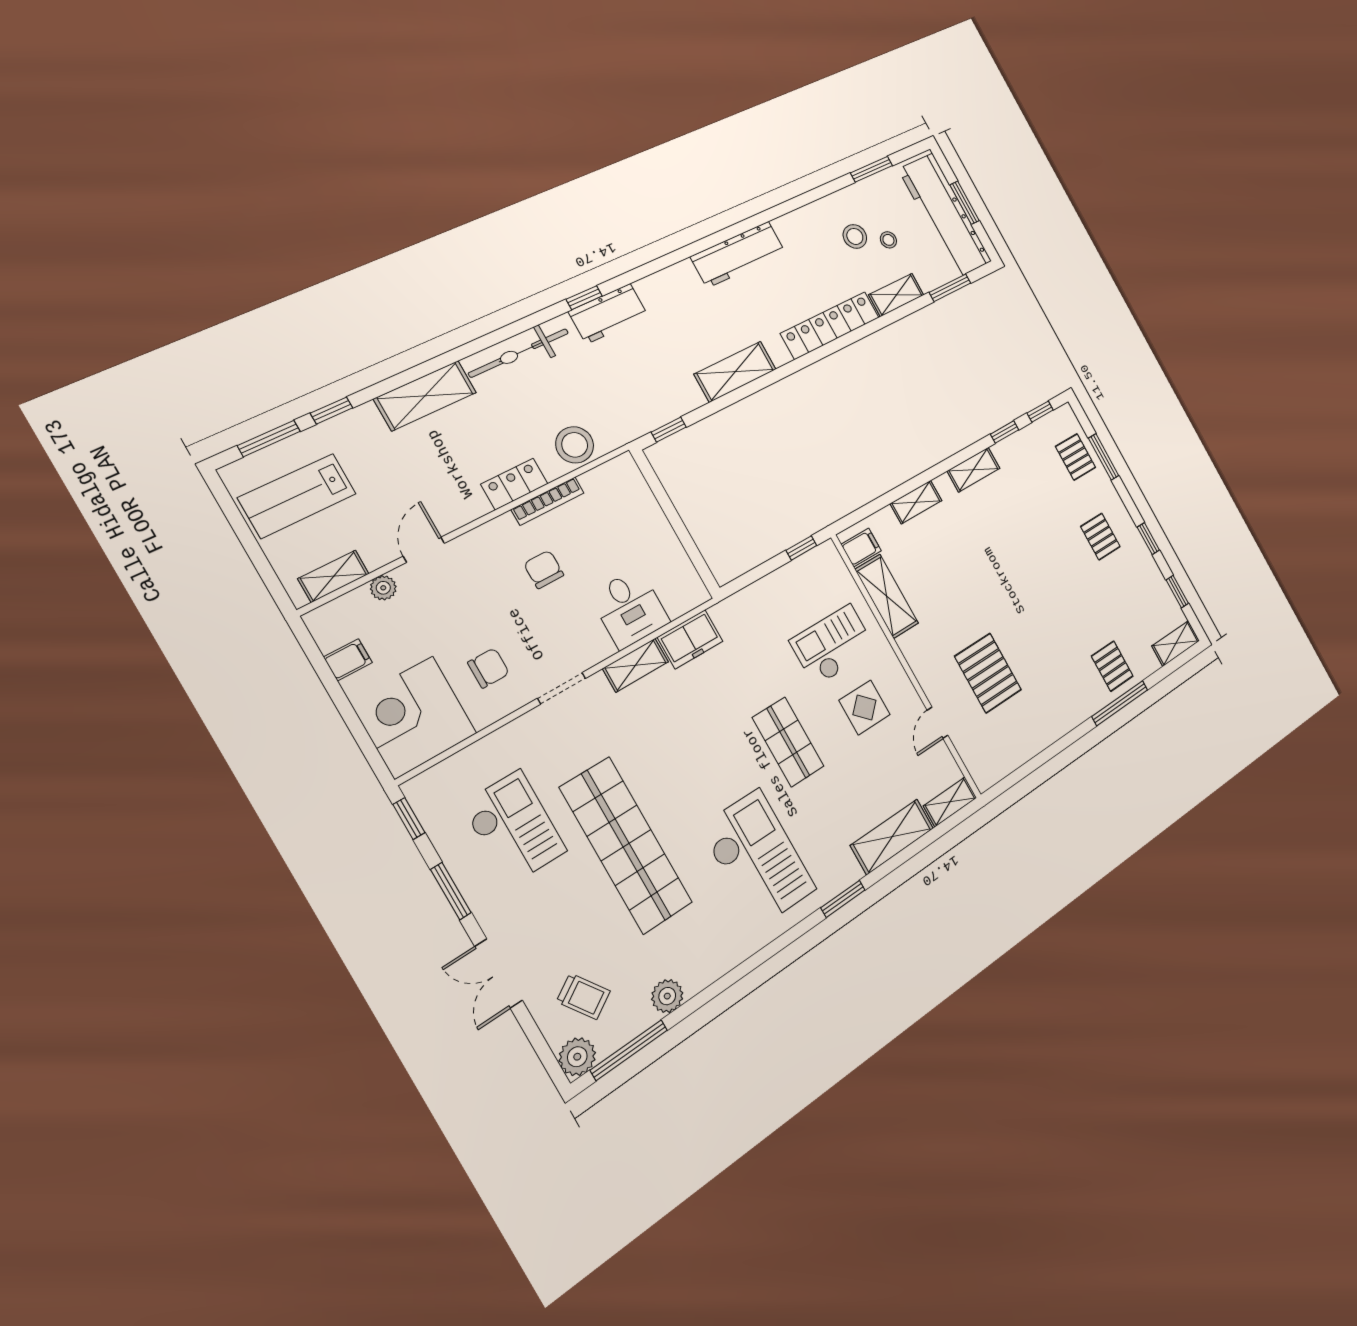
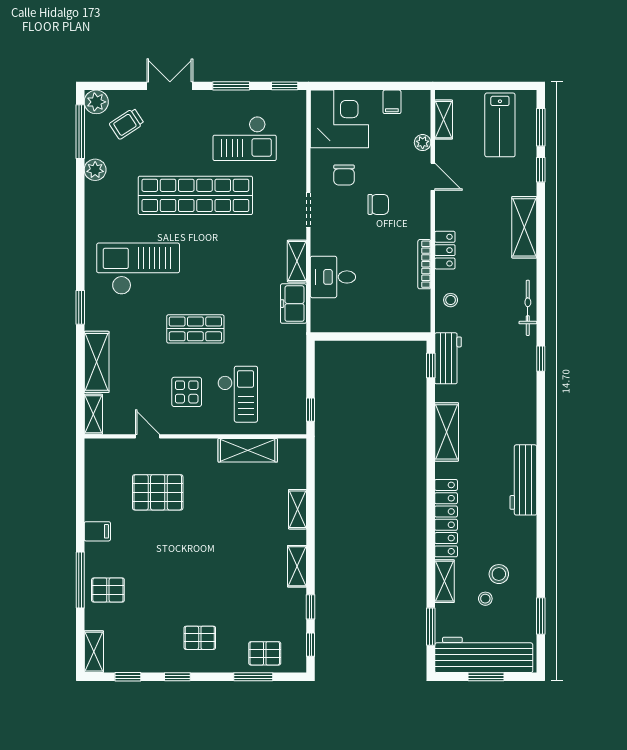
workbench: (608, 314) -> (448, 358), moved, turned 180
bicycle: (519, 353) -> (528, 308), width x0.73, depth x0.71
stool: (575, 445) -> (451, 300), width x0.53, depth x0.53
lab bench: (297, 496) -> (500, 125), turned 180
filing cabinet: (861, 547) -> (97, 531), moved, turned -90
chair: (544, 569) -> (378, 204), moved
checkout: (758, 858) -> (138, 269), turned 180

